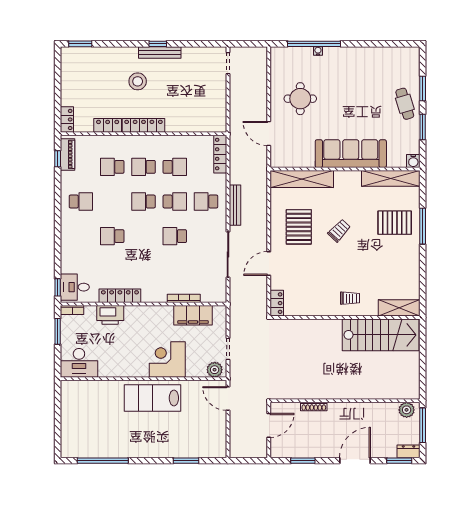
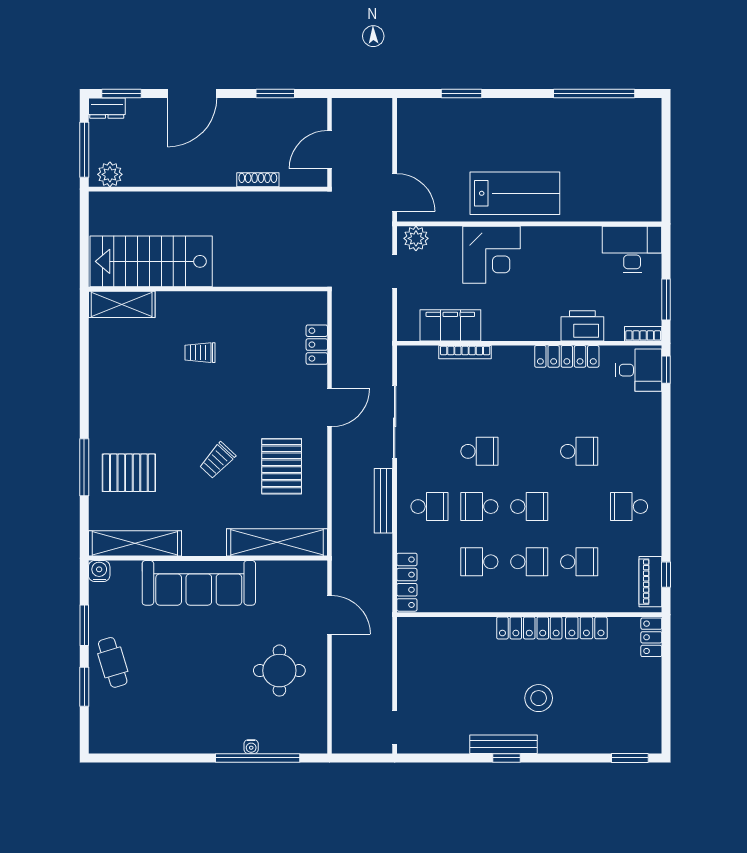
shelving: (399, 308) -> (122, 304), moved
wall: (345, 318) -> (208, 289), moved
stairs: (381, 335) -> (151, 261), moved

